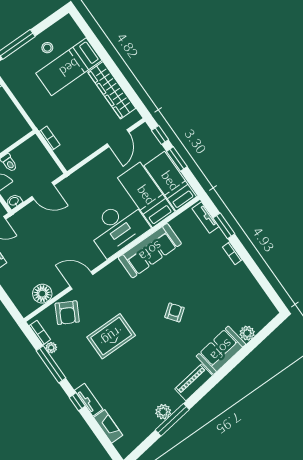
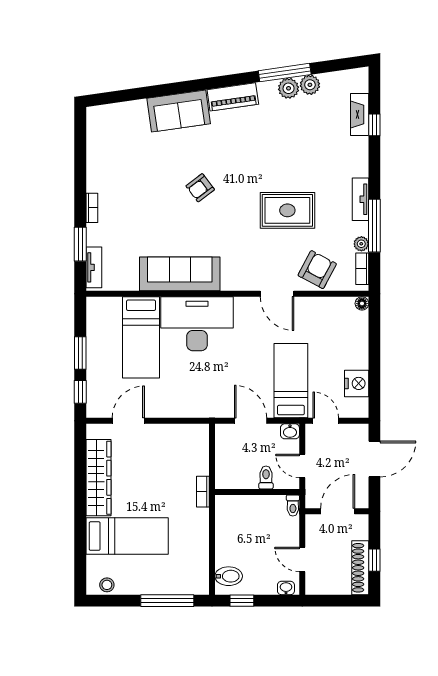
stool: (47, 48) -> (107, 585), moved
bookcase: (50, 138) -> (203, 492), moved
bed: (170, 181) -> (291, 381), moved, turned 180
floor lamp: (42, 294) -> (362, 303), moved, width x0.53, depth x0.53
plant: (247, 333) -> (310, 85), moved
tv unit: (89, 400) -> (361, 199), moved
window: (77, 402) -> (374, 125), moved

